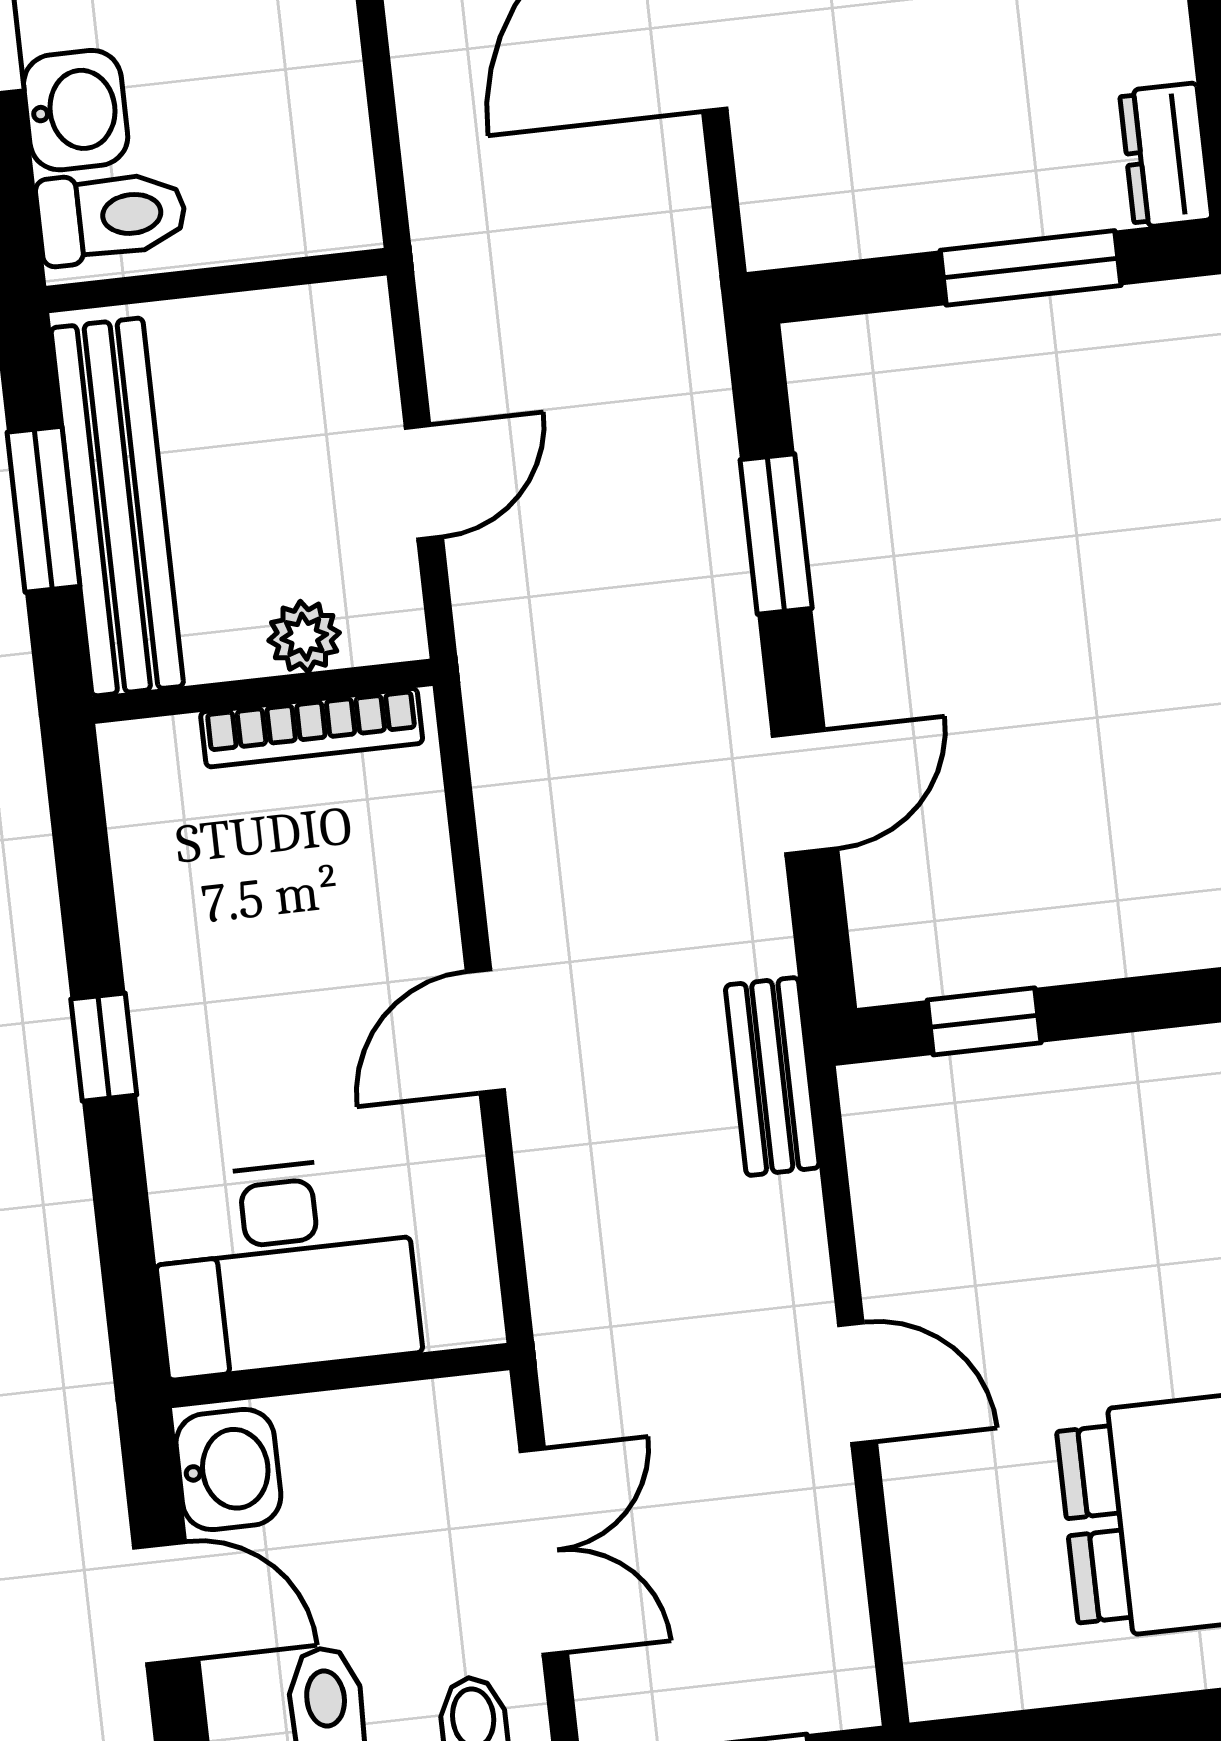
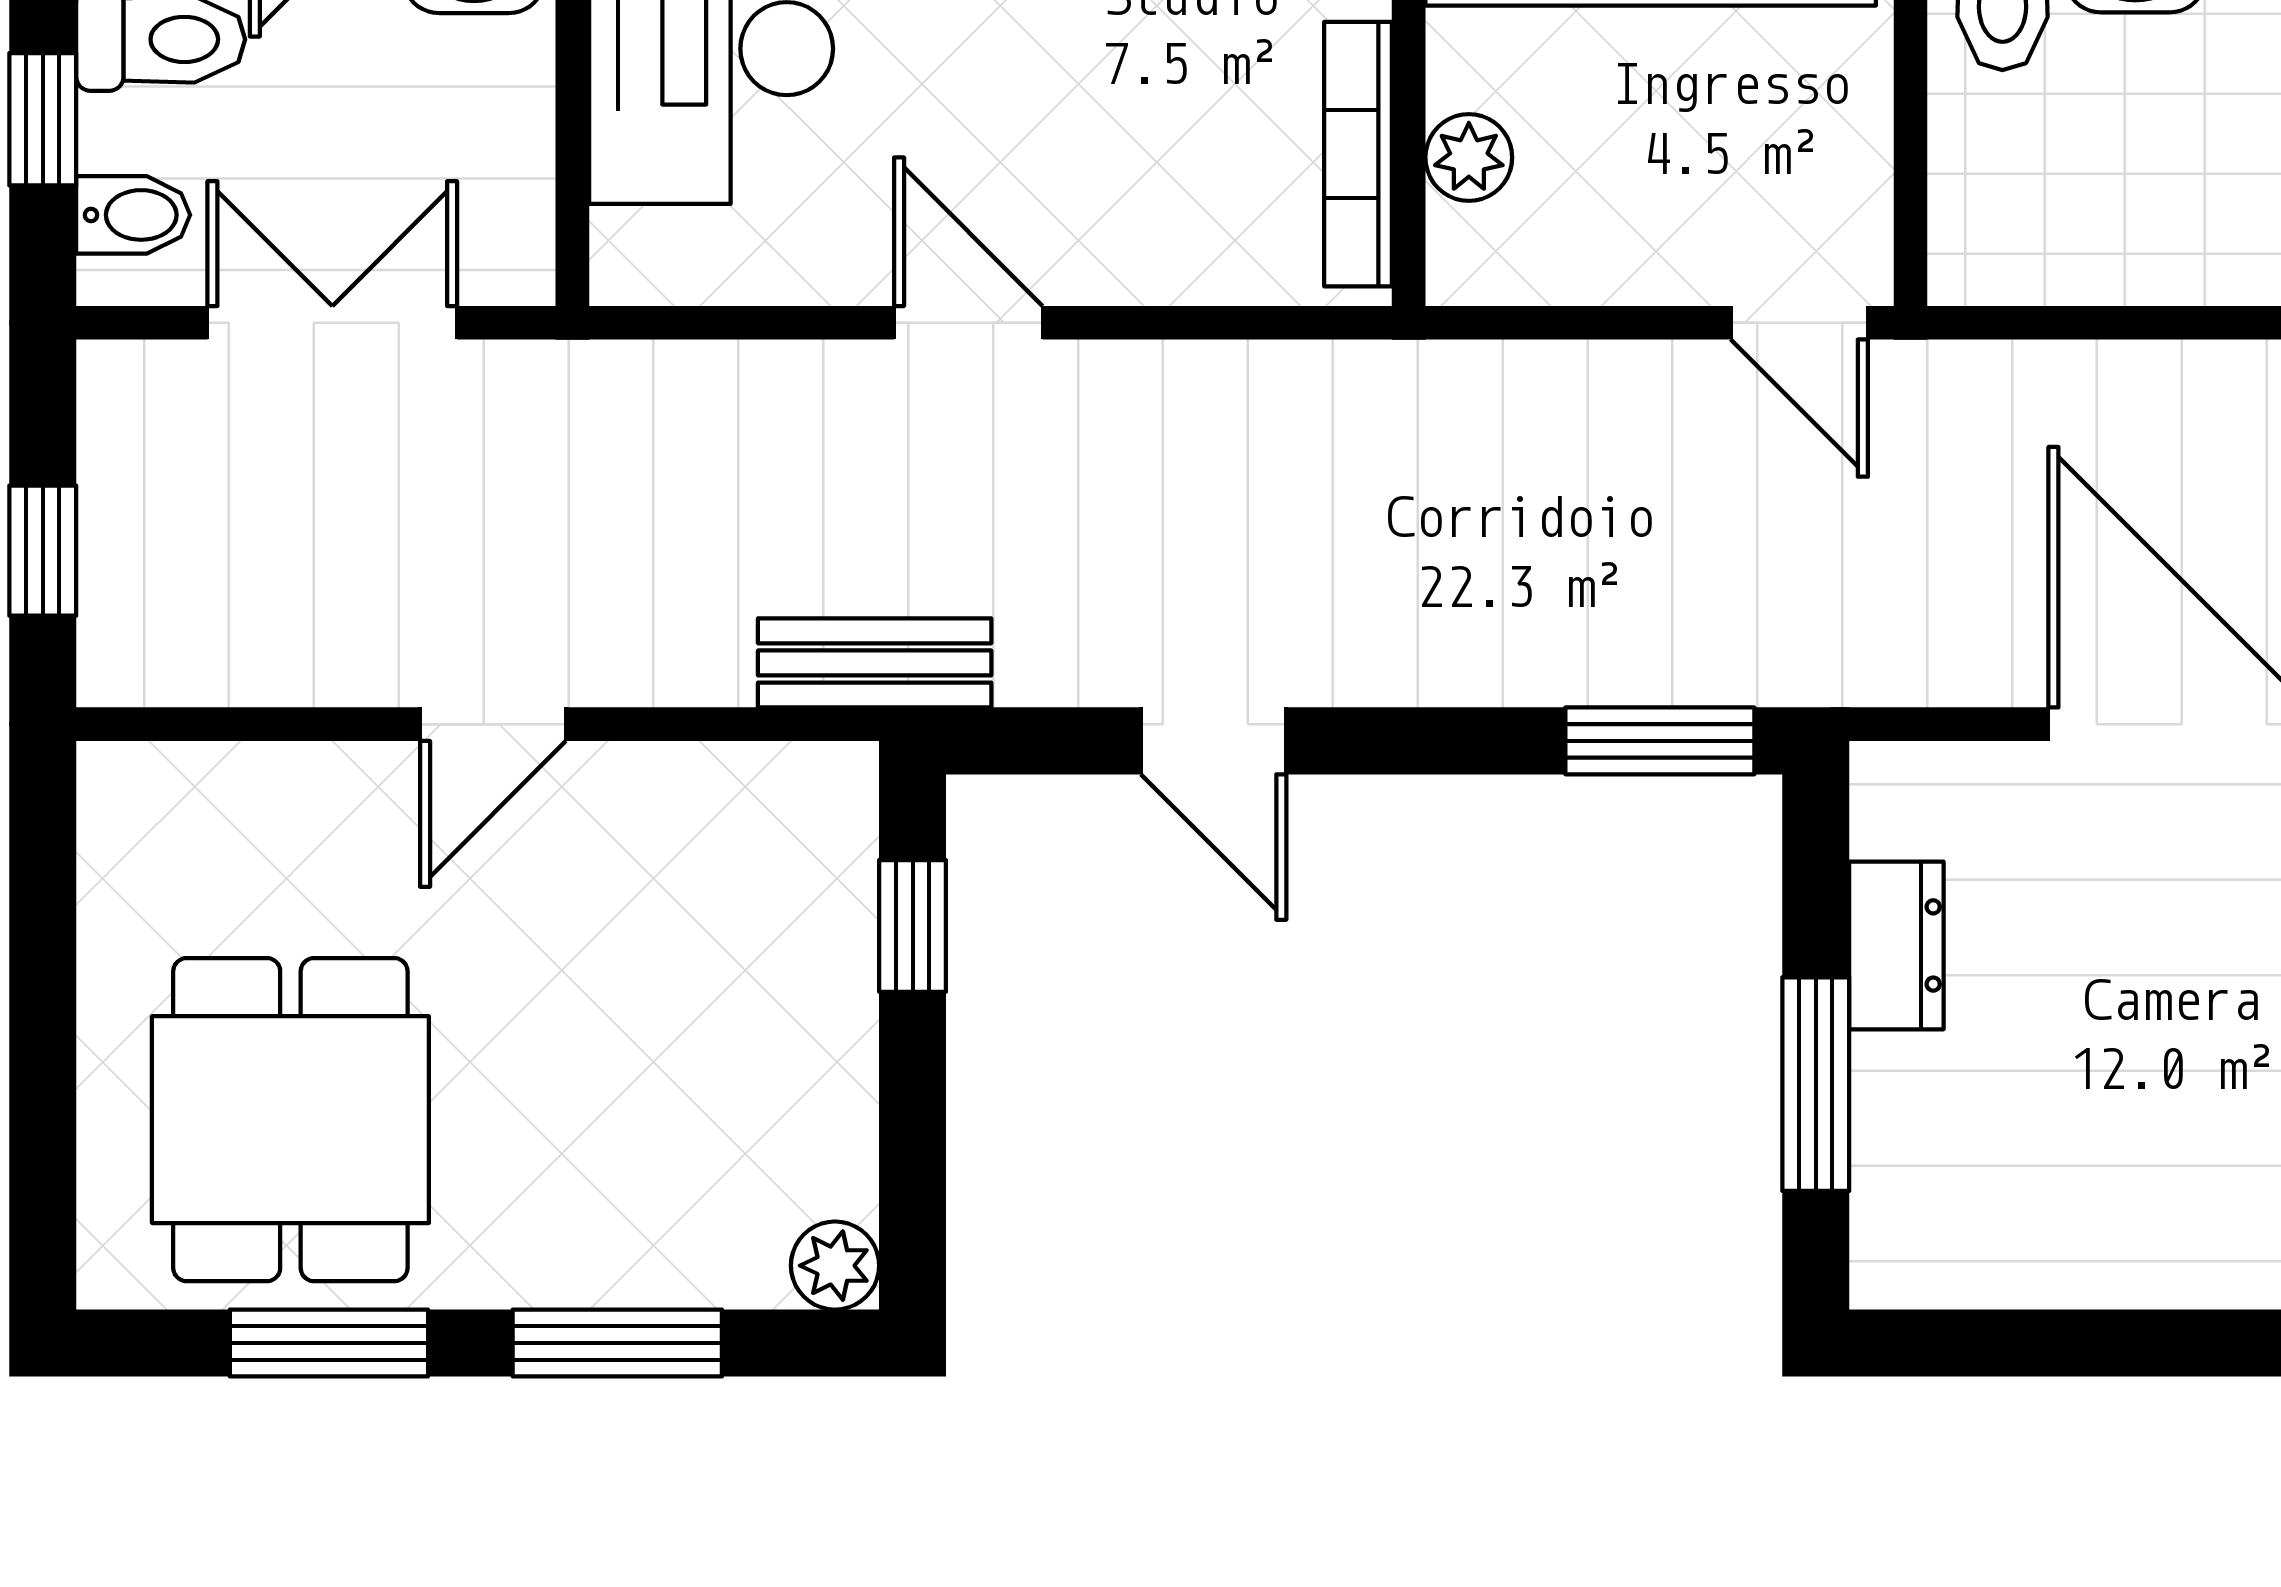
dresser: (1166, 155) -> (1896, 945), moved, turned 90
door: (424, 482) -> (1799, 323), moved
window: (776, 534) -> (1660, 741), moved
double door: (544, 1551) -> (332, 323), swing flipped

